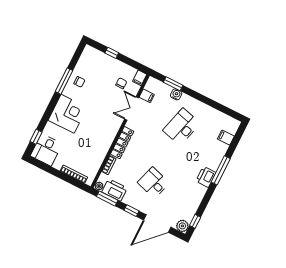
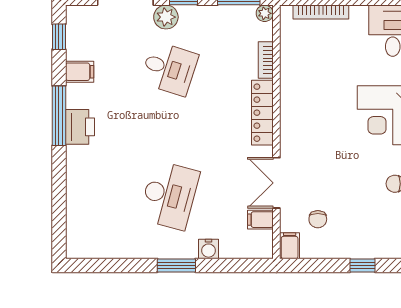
window: (173, 84) -> (176, 265), moved
double door: (131, 109) -> (276, 183), swing flipped
filing cabinet: (226, 138) -> (80, 72), moved
window: (221, 170) -> (59, 116), moved
printer: (115, 190) -> (233, 20), removed
plant: (182, 226) -> (166, 17), moved

